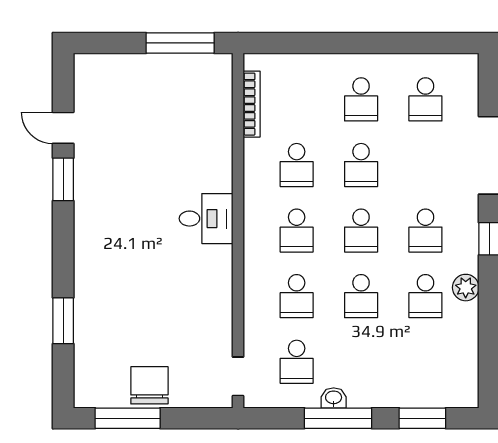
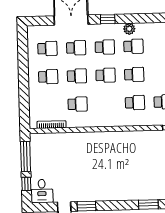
window: (118, 43) -> (26, 184), added
desk: (206, 219) -> (42, 191), moved, turned 180
school desk: (297, 231) -> (76, 48), moved

